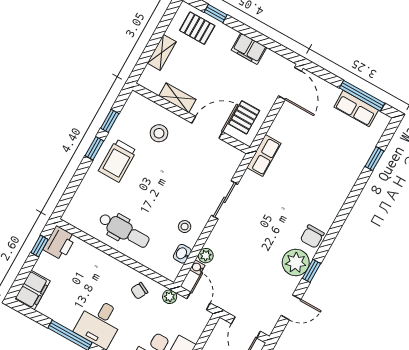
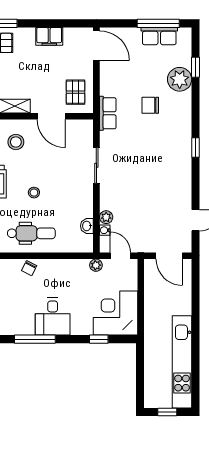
door: (207, 127) -> (51, 116), swing flipped
stool: (185, 227) -> (34, 193), moved
chair: (312, 237) -> (150, 105), moved, turned 90
plant: (296, 262) -> (180, 79), moved
window: (311, 271) -> (196, 147), moved
chair: (139, 291) -> (29, 268), moved

